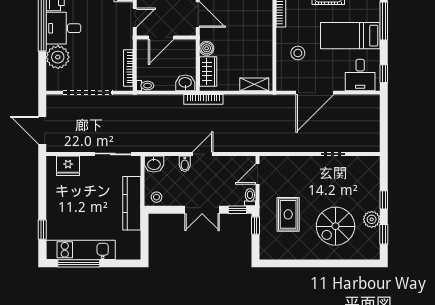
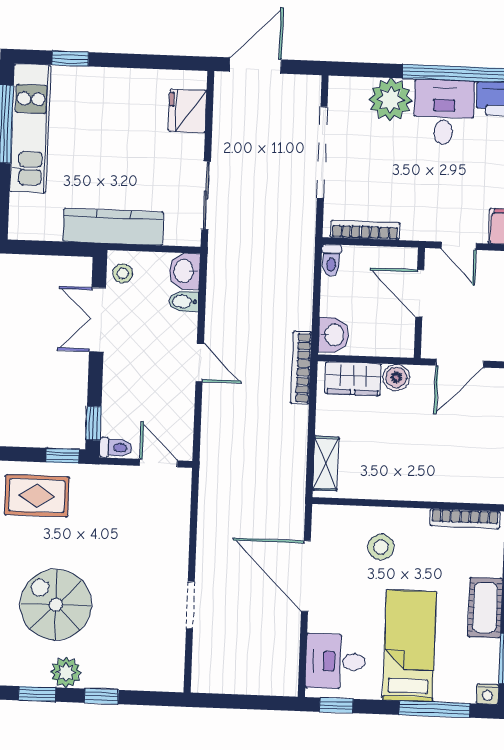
bidet: (185, 164) -> (184, 301), moved
double door: (202, 210) -> (98, 320), moved
rug: (288, 214) -> (37, 496), moved

